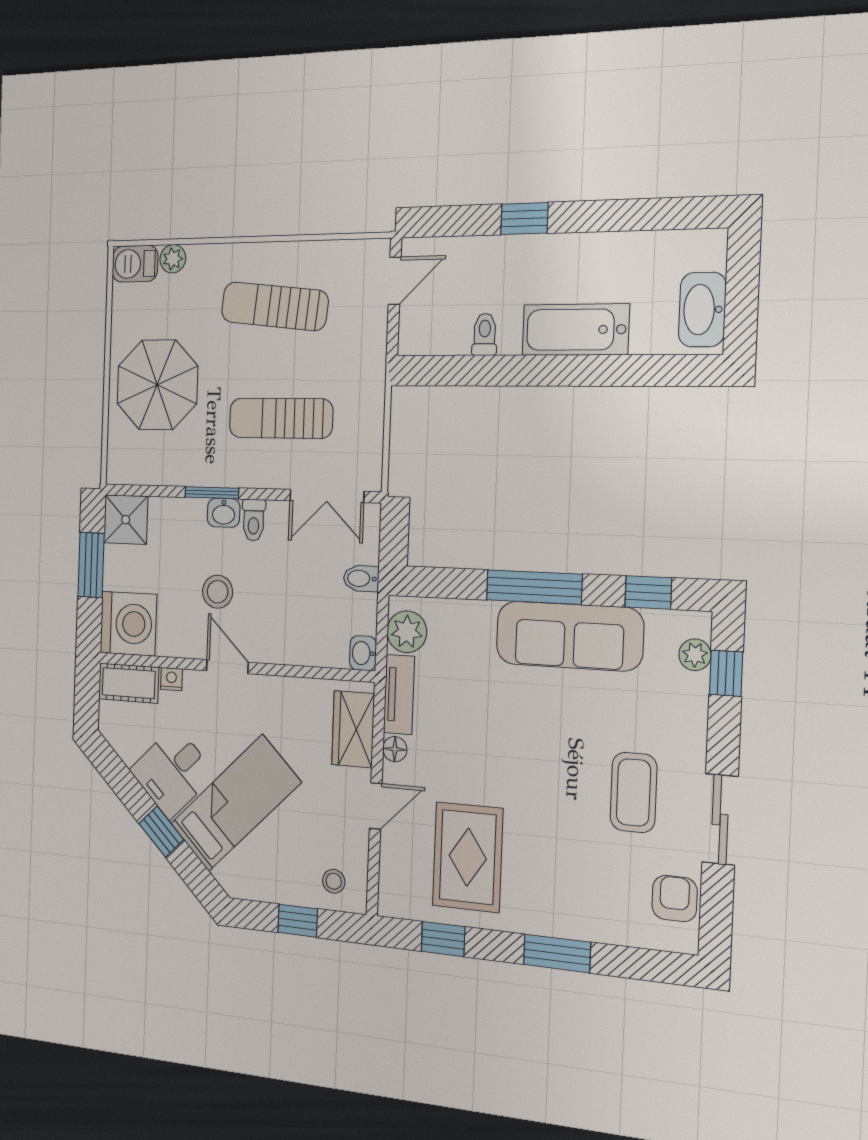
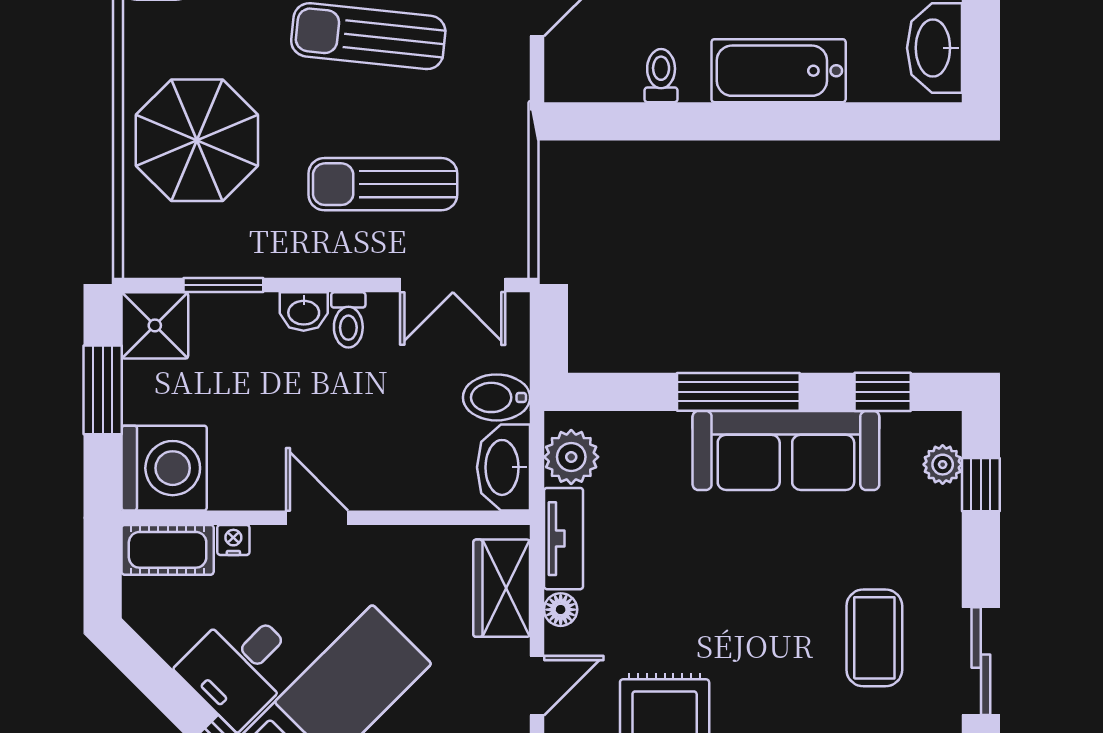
window: (212, 493) -> (223, 285), moved
bidet: (361, 578) -> (496, 397), width x1.38, depth x1.36
stool: (218, 592) -> (299, 418), removed
washbasin: (363, 653) -> (504, 467), width x1.91, depth x1.45

